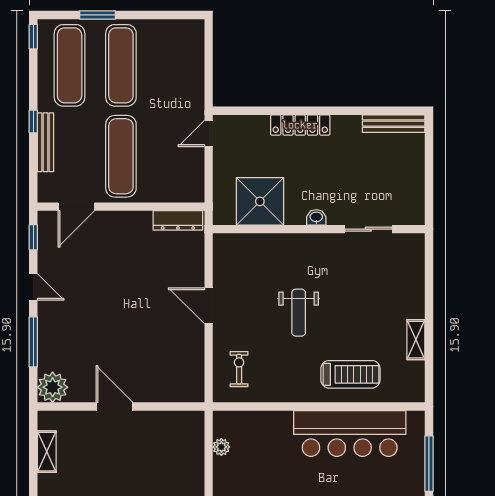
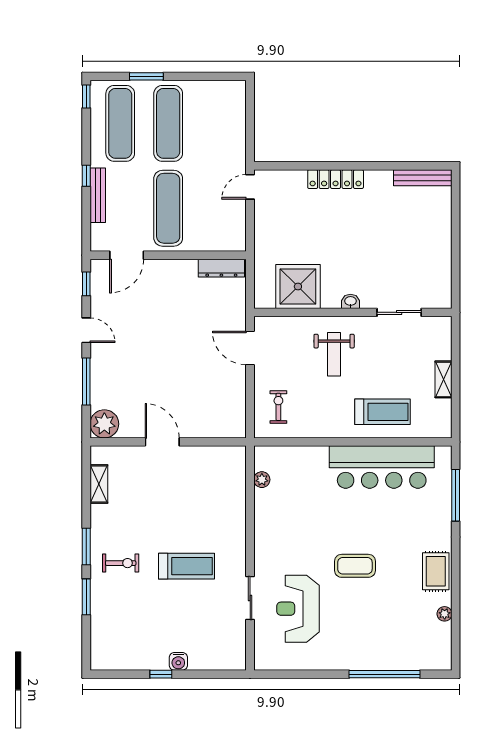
shower: (260, 201) -> (298, 287), moved
washbasin: (316, 217) -> (350, 301), moved
wall: (319, 229) -> (353, 312), moved
sliding door: (368, 229) -> (399, 312), moved

